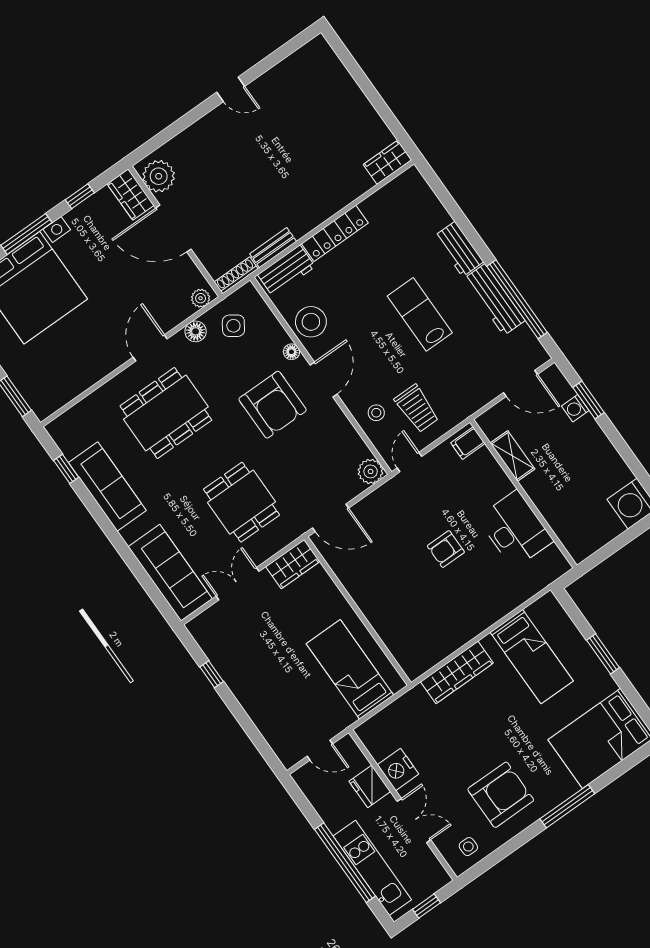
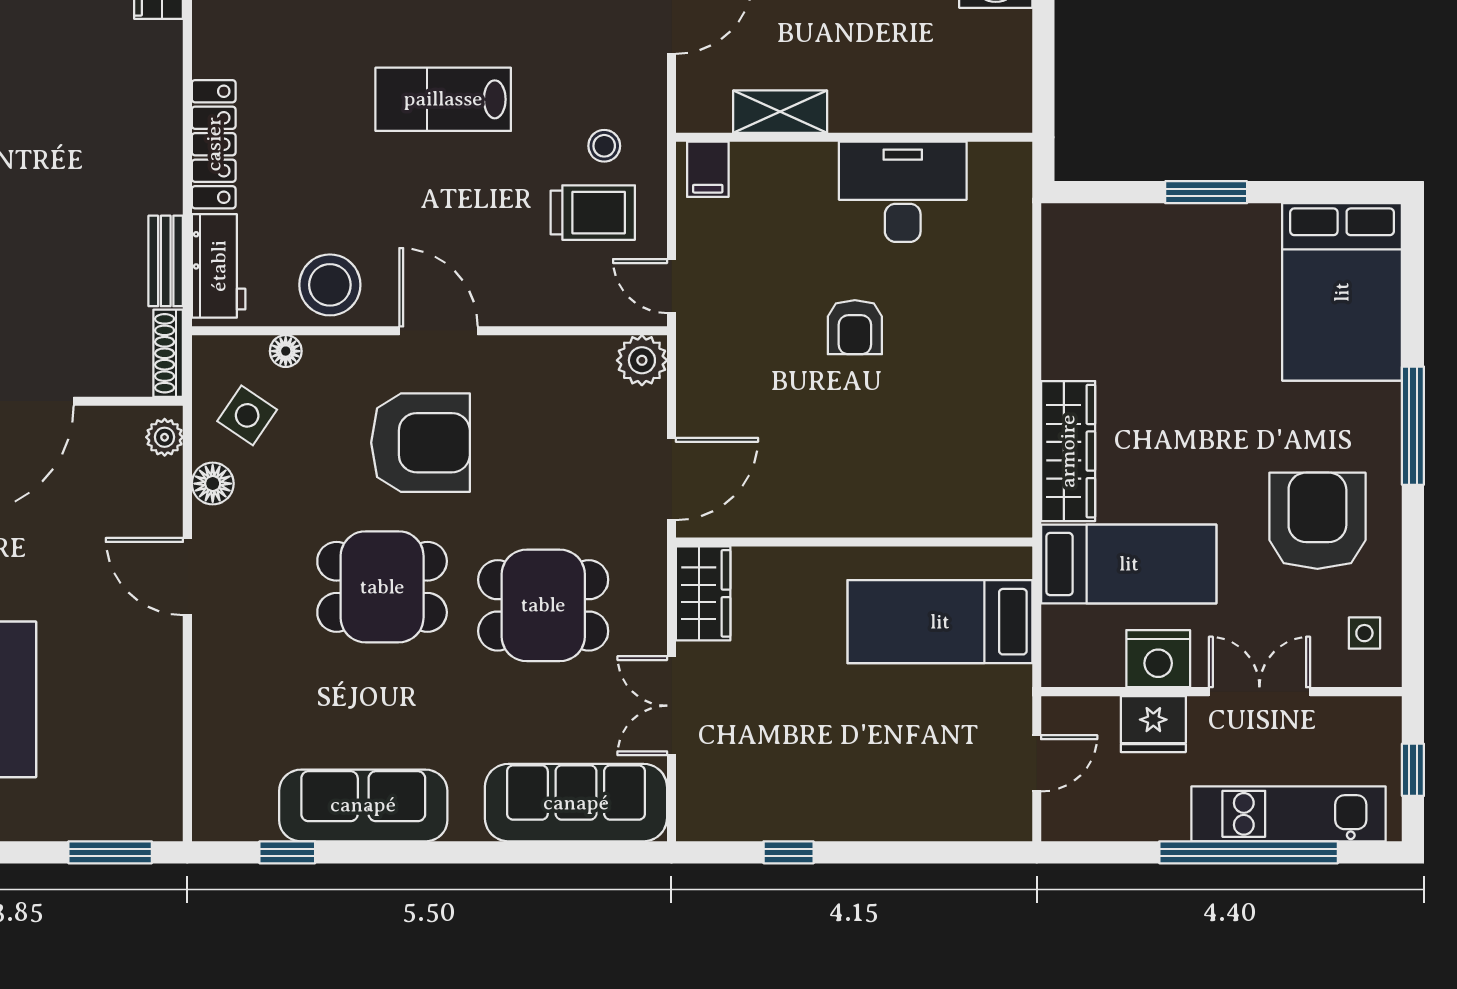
floor lamp: (291, 352) -> (286, 351), moved
dining table: (166, 413) -> (382, 587), moved, width x0.73
stool: (376, 413) -> (604, 146), moved
bed: (532, 657) -> (1129, 564), moved

